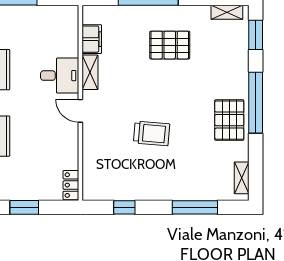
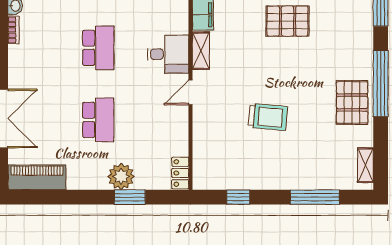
door: (80, 111) -> (191, 92), hinge flipped
plant: (16, 188) -> (121, 177), added

